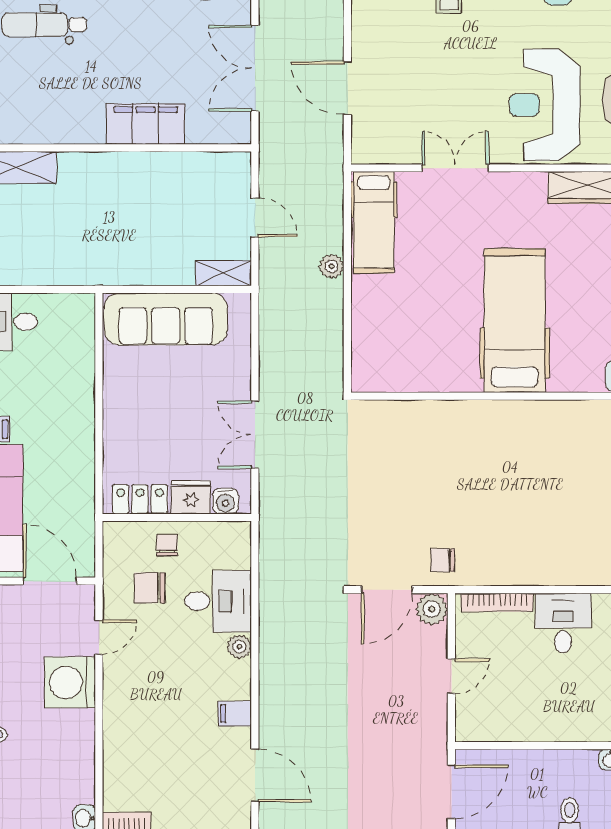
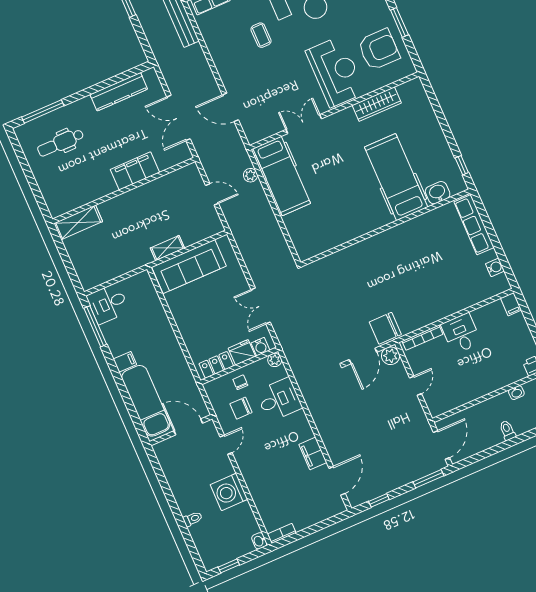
reception desk: (545, 105) -> (335, 72), turned 180
hospital bed: (374, 222) -> (282, 176), width x1.37, depth x1.29
plant: (332, 266) -> (250, 175), moved
shelving: (223, 273) -> (167, 248), moved
hospital bed: (515, 321) -> (396, 177), moved
chair: (443, 560) -> (385, 328), width x1.87, depth x1.87
plant: (239, 647) -> (275, 360), moved
washing machine: (70, 682) -> (229, 492), moved
filing cabinet: (235, 714) -> (313, 453), width x2.00
door: (255, 775) -> (337, 481), hinge flipped

